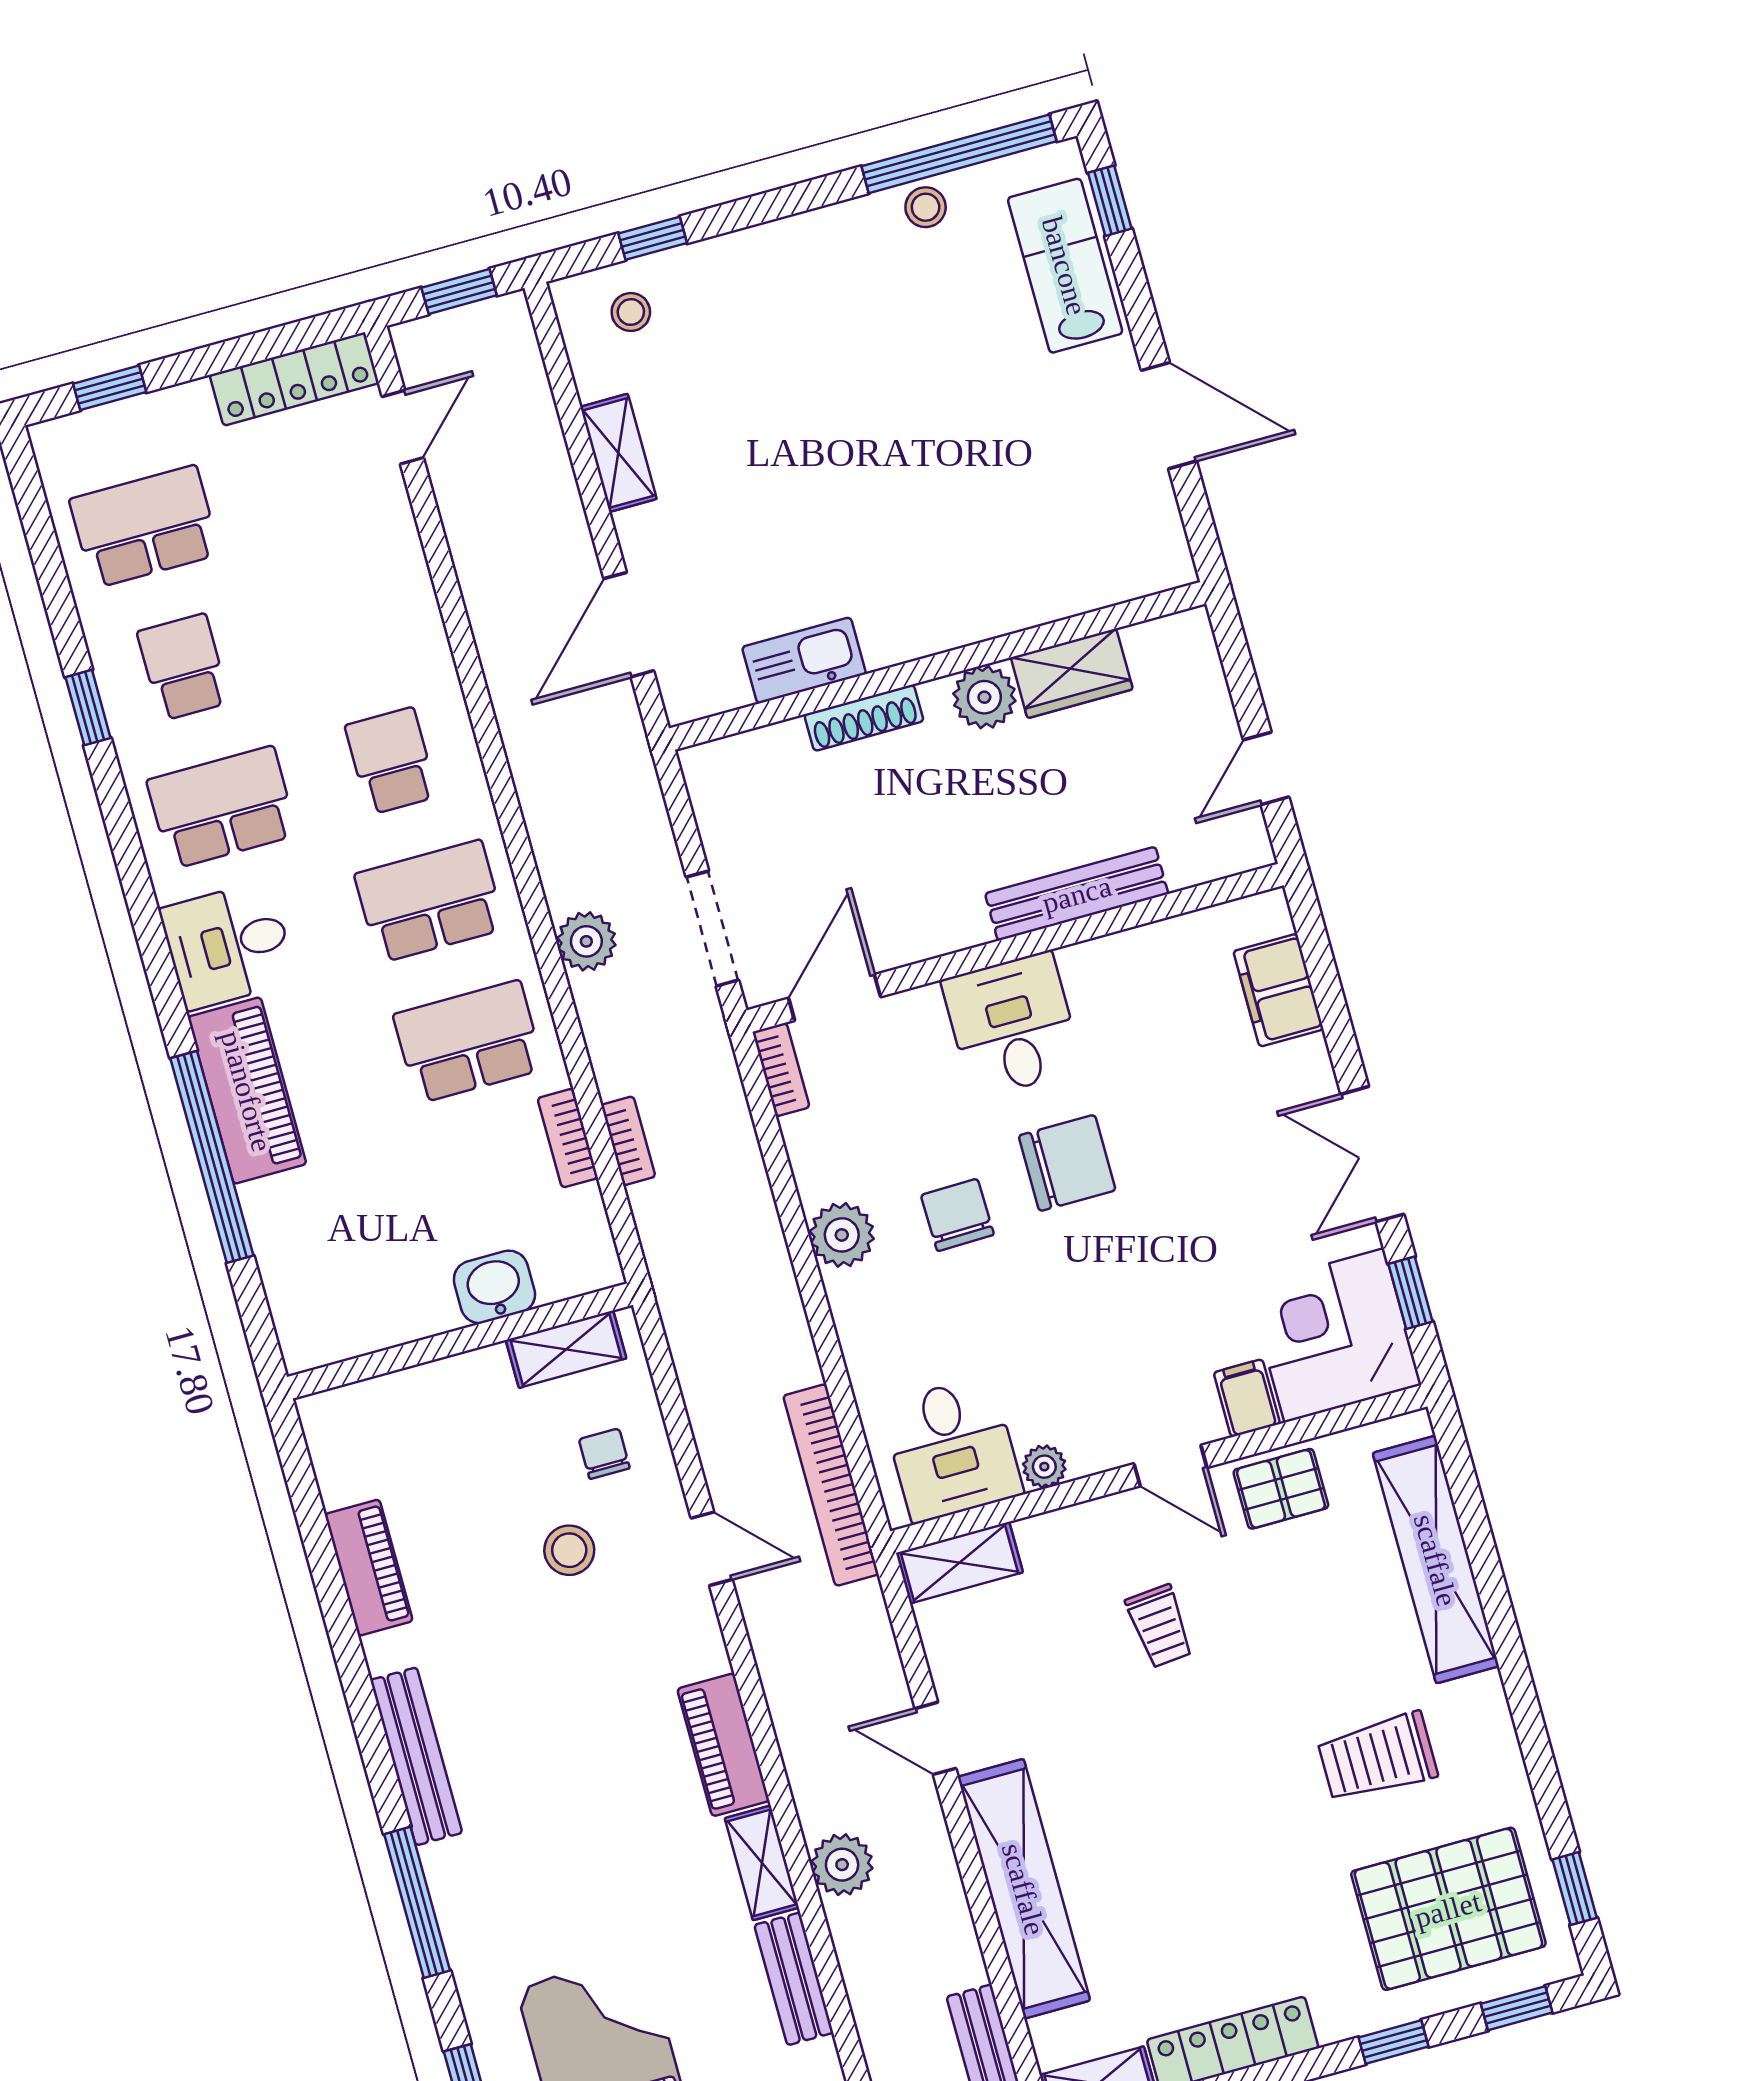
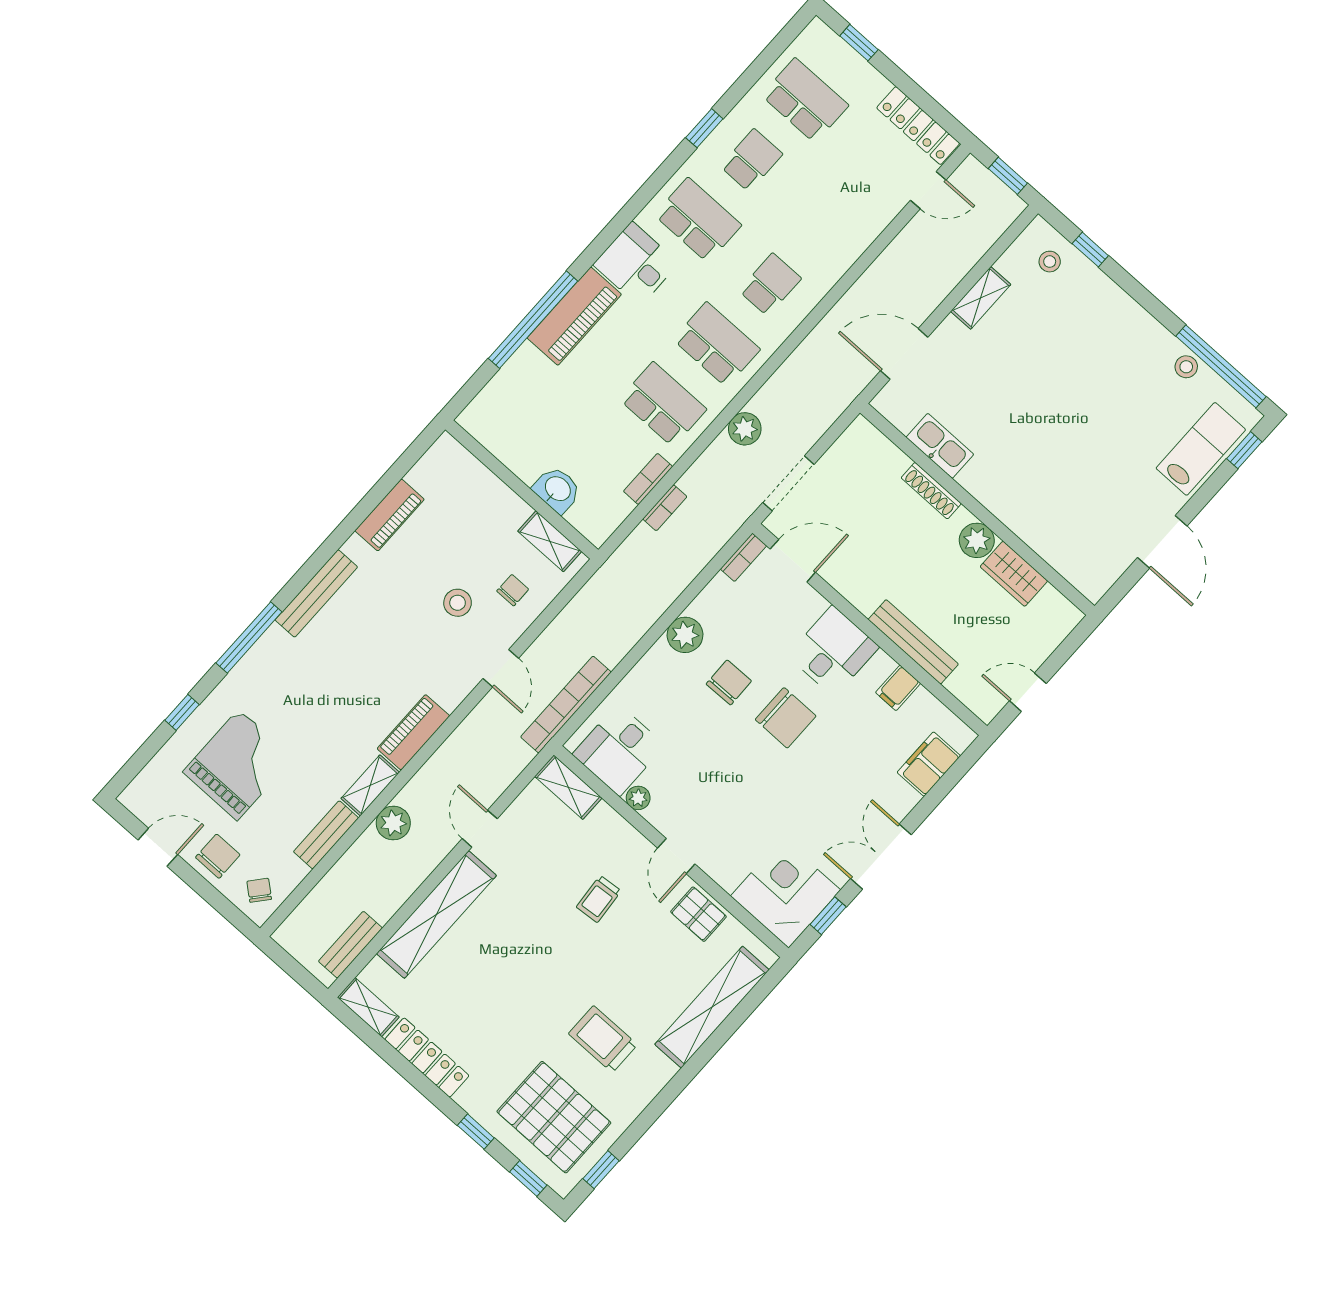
filing cabinet: (1247, 1398) -> (898, 688), moved, turned 180

